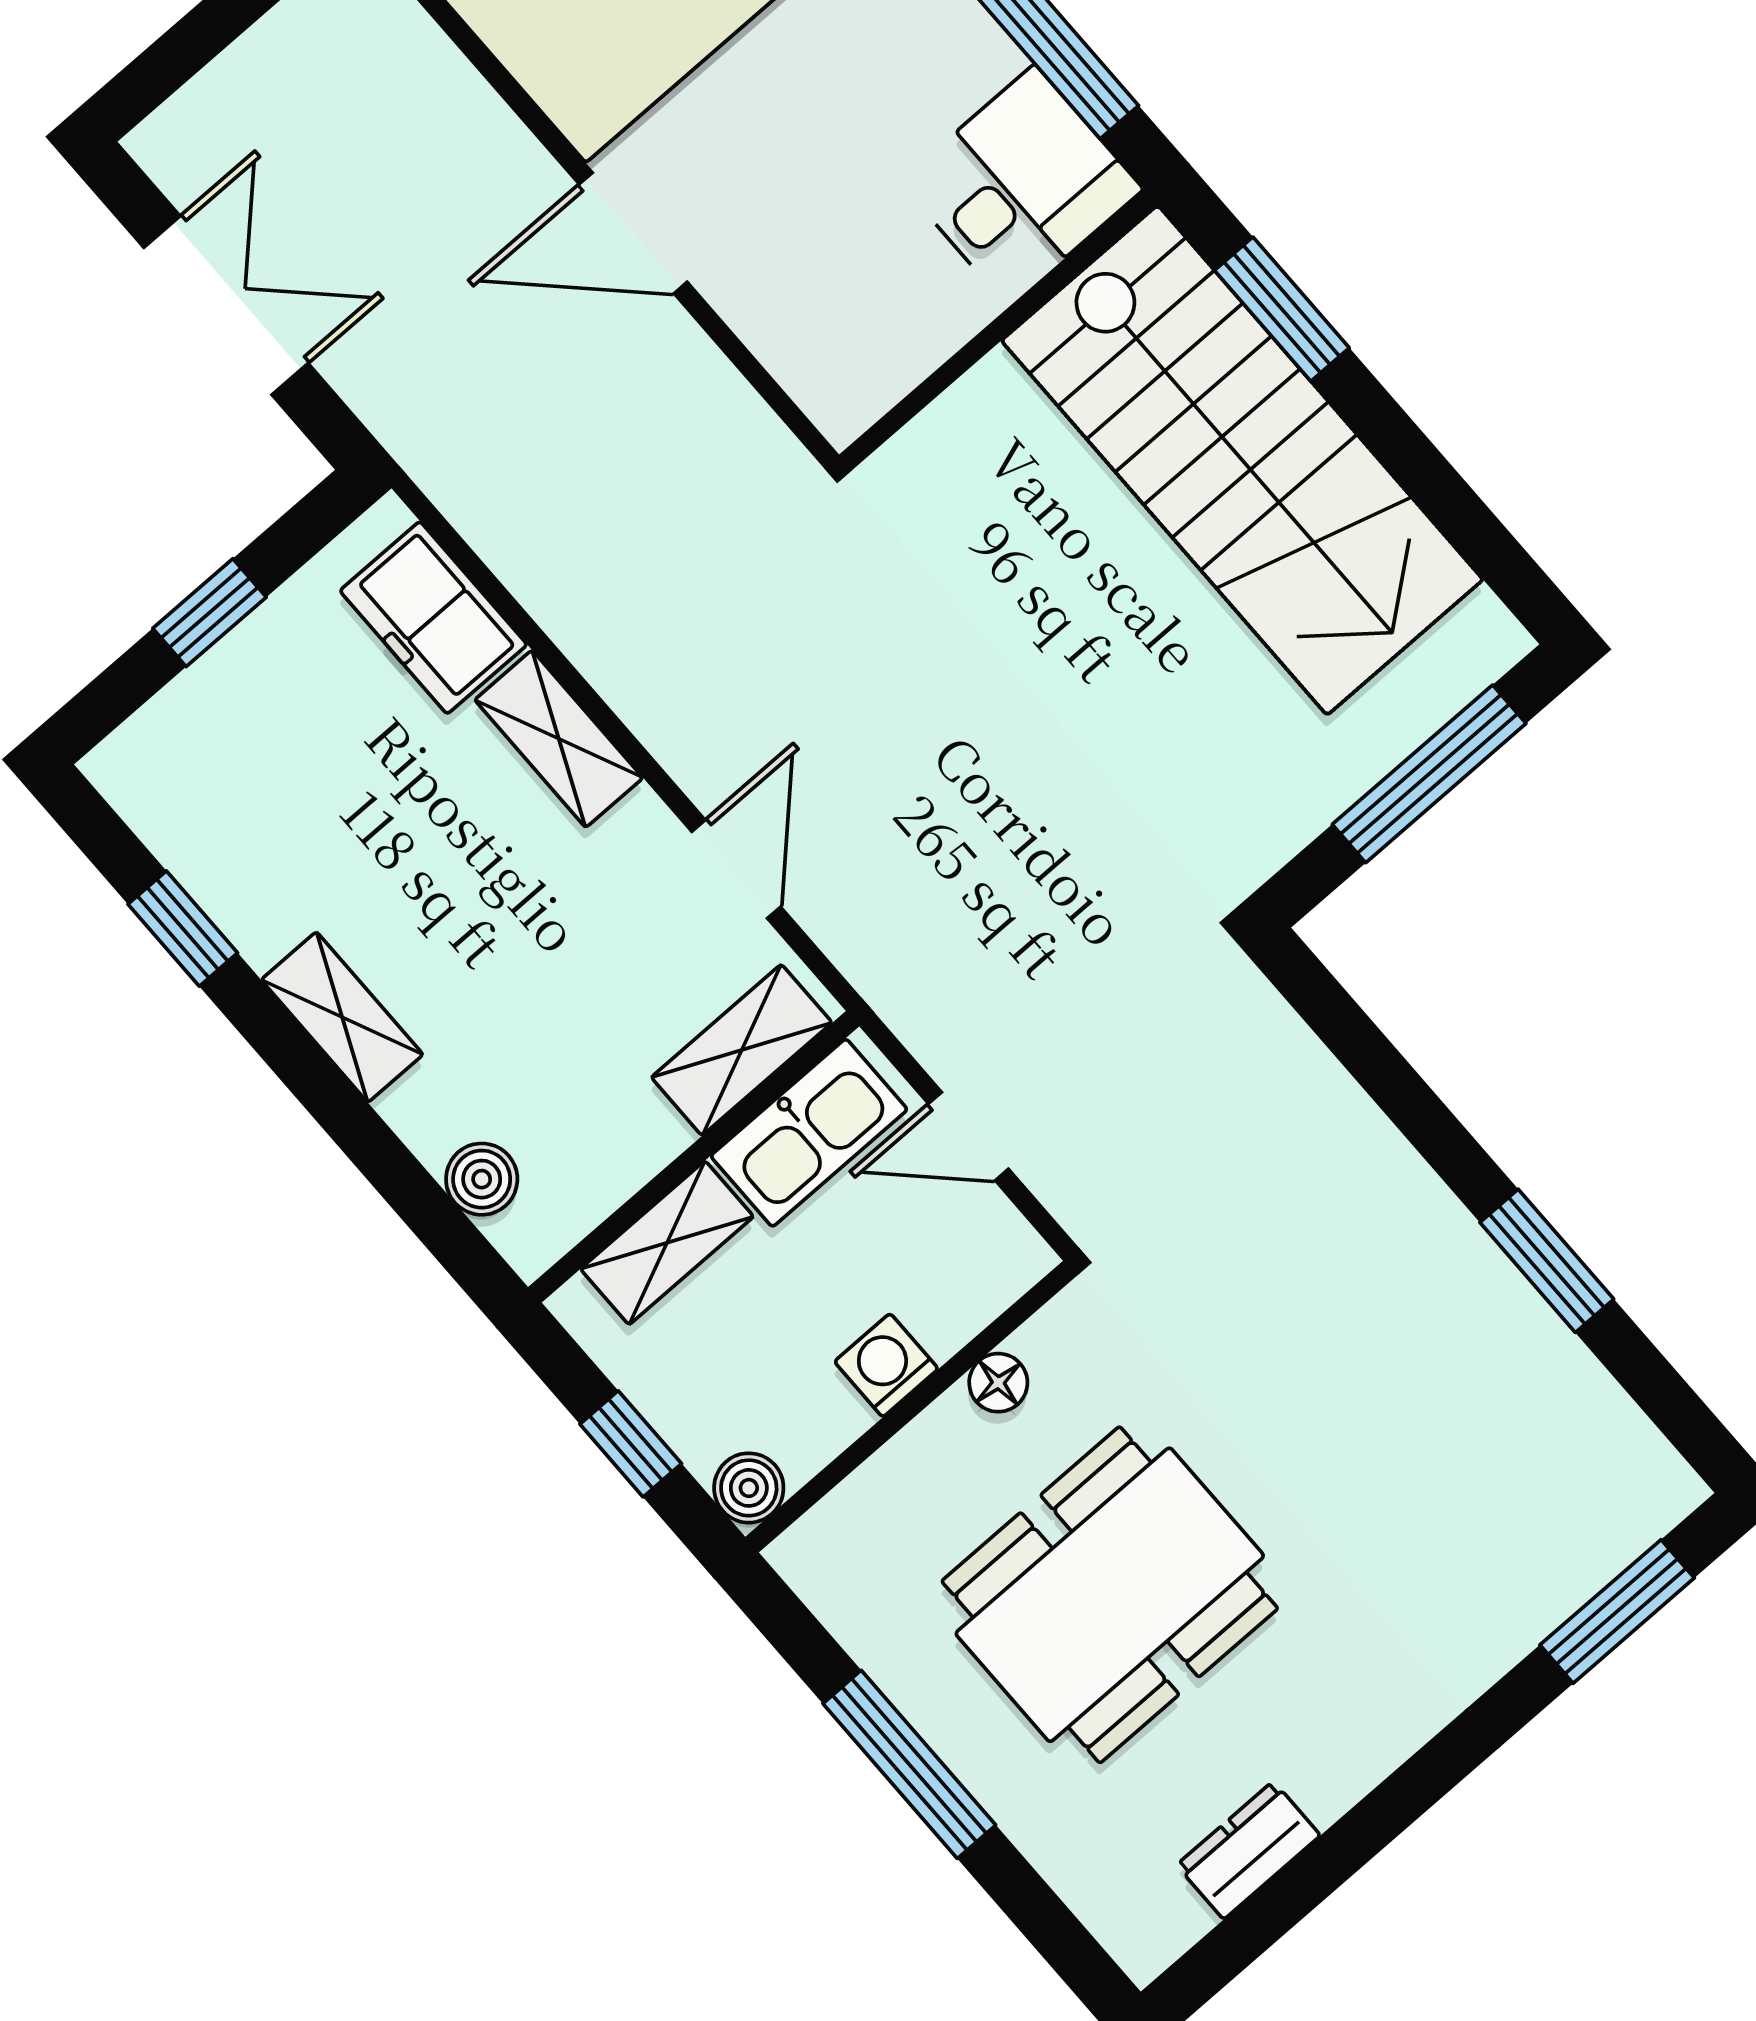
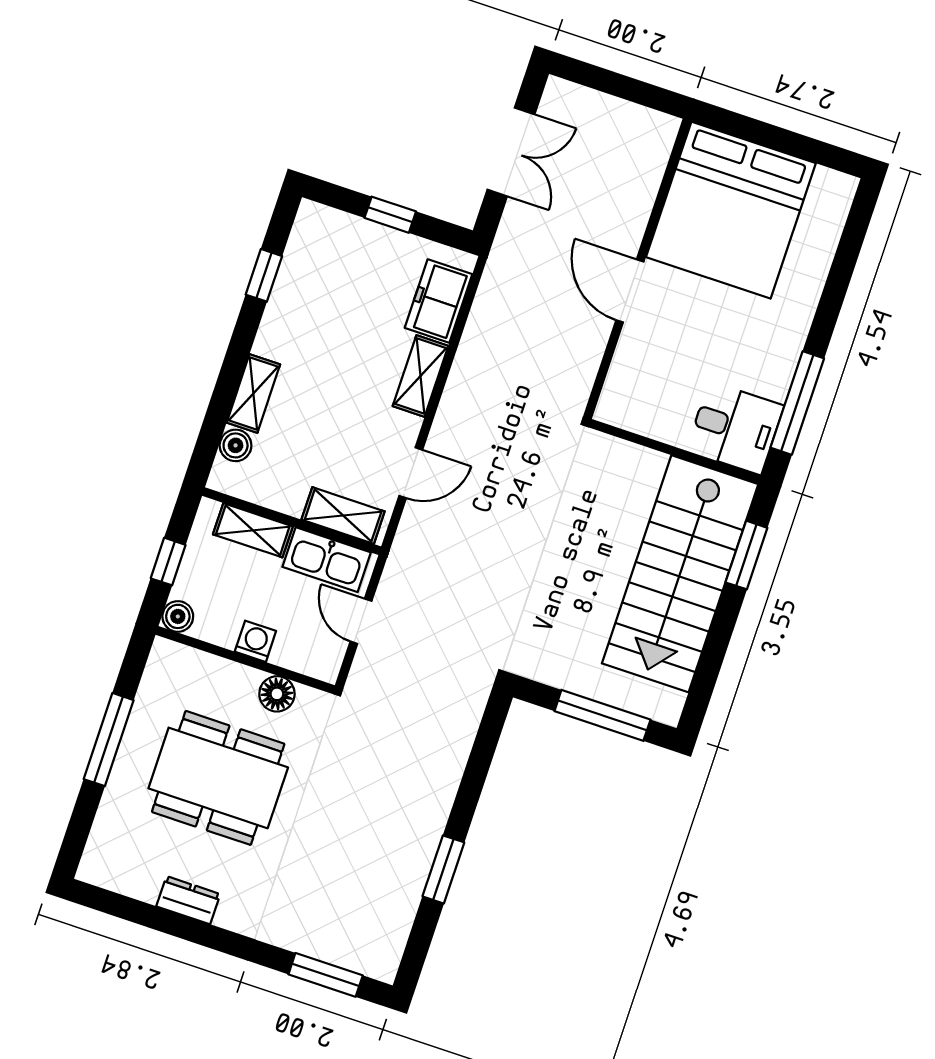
shelving: (342, 1017) -> (253, 394), moved
floor lamp: (998, 1383) -> (277, 694), width x1.37, depth x1.37
dresser: (1248, 1850) -> (188, 900), moved

